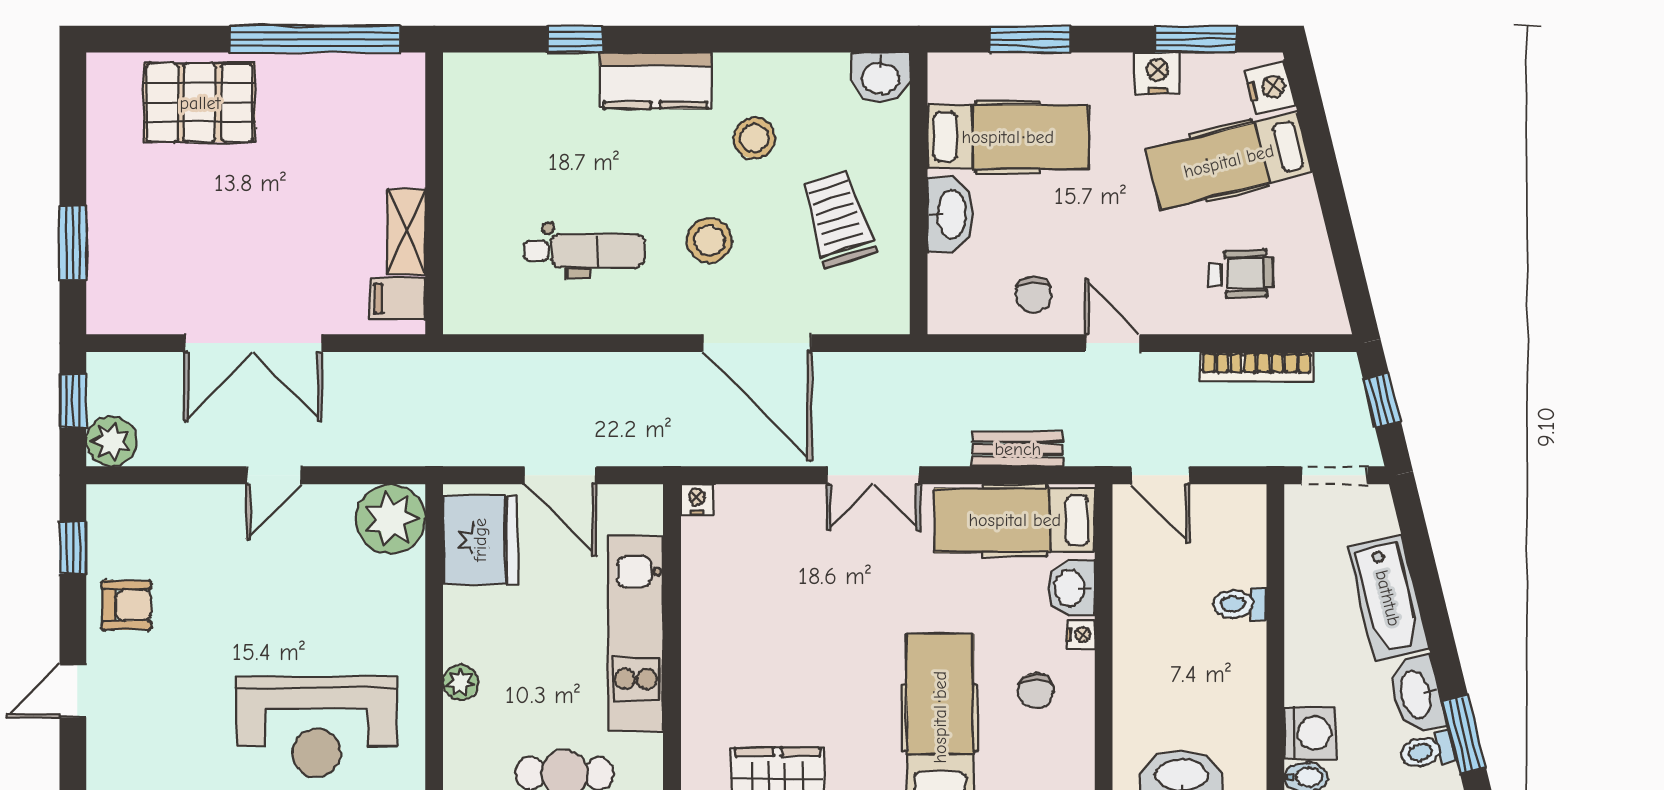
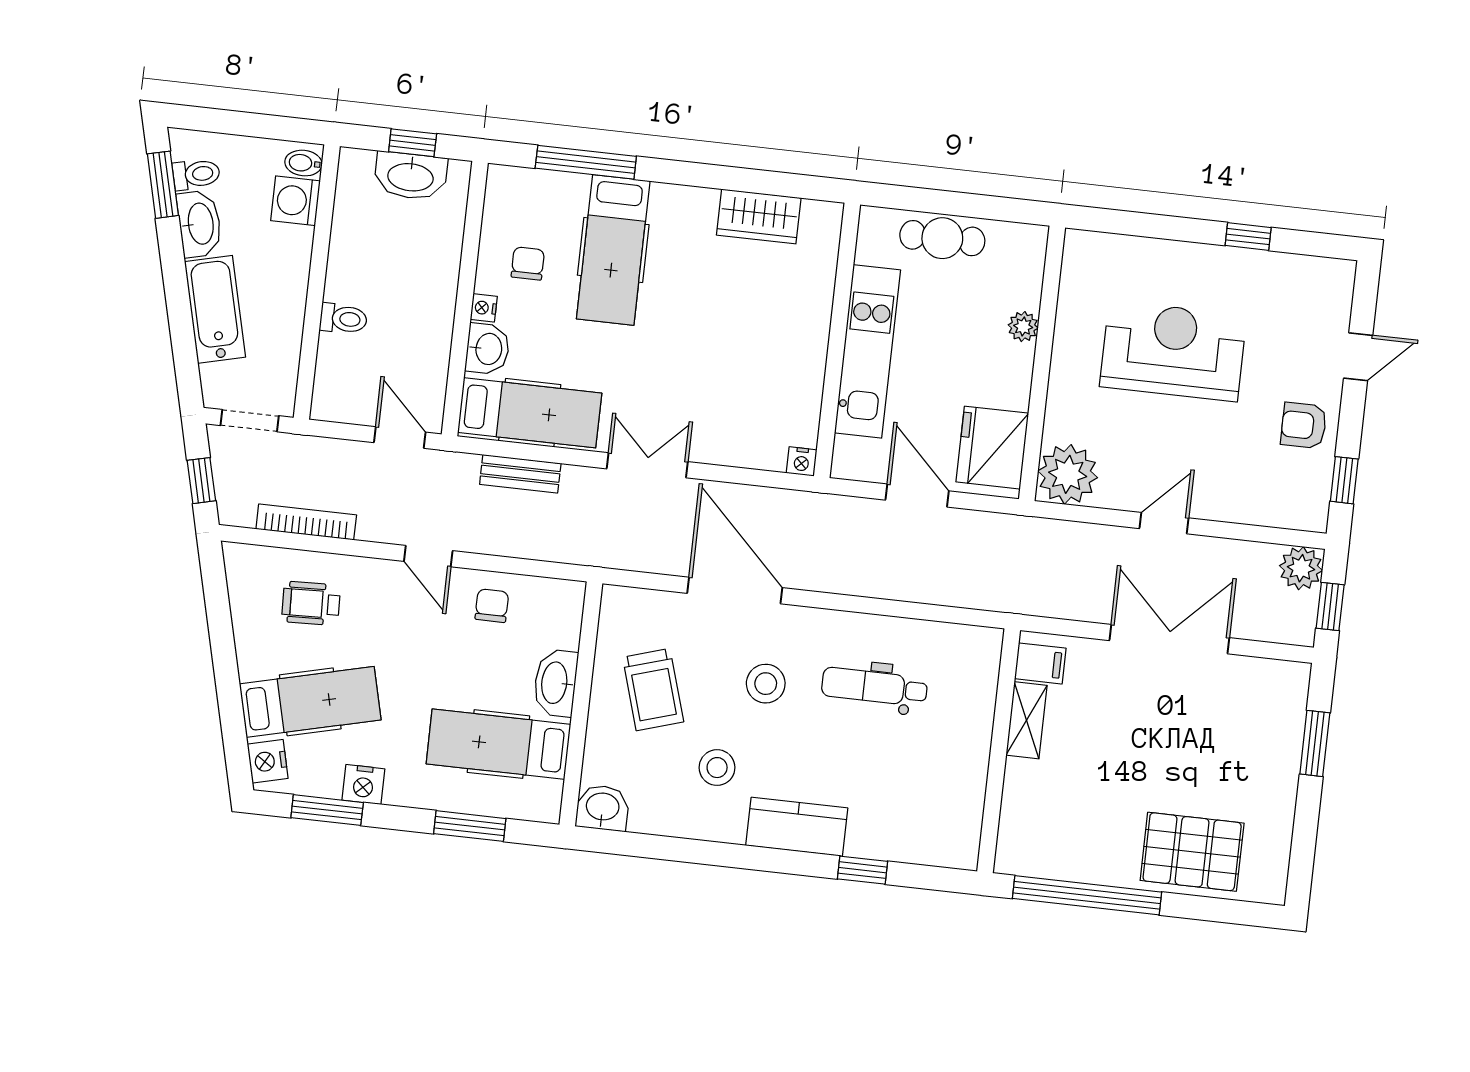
reception desk: (317, 727) -> (1173, 351), moved

